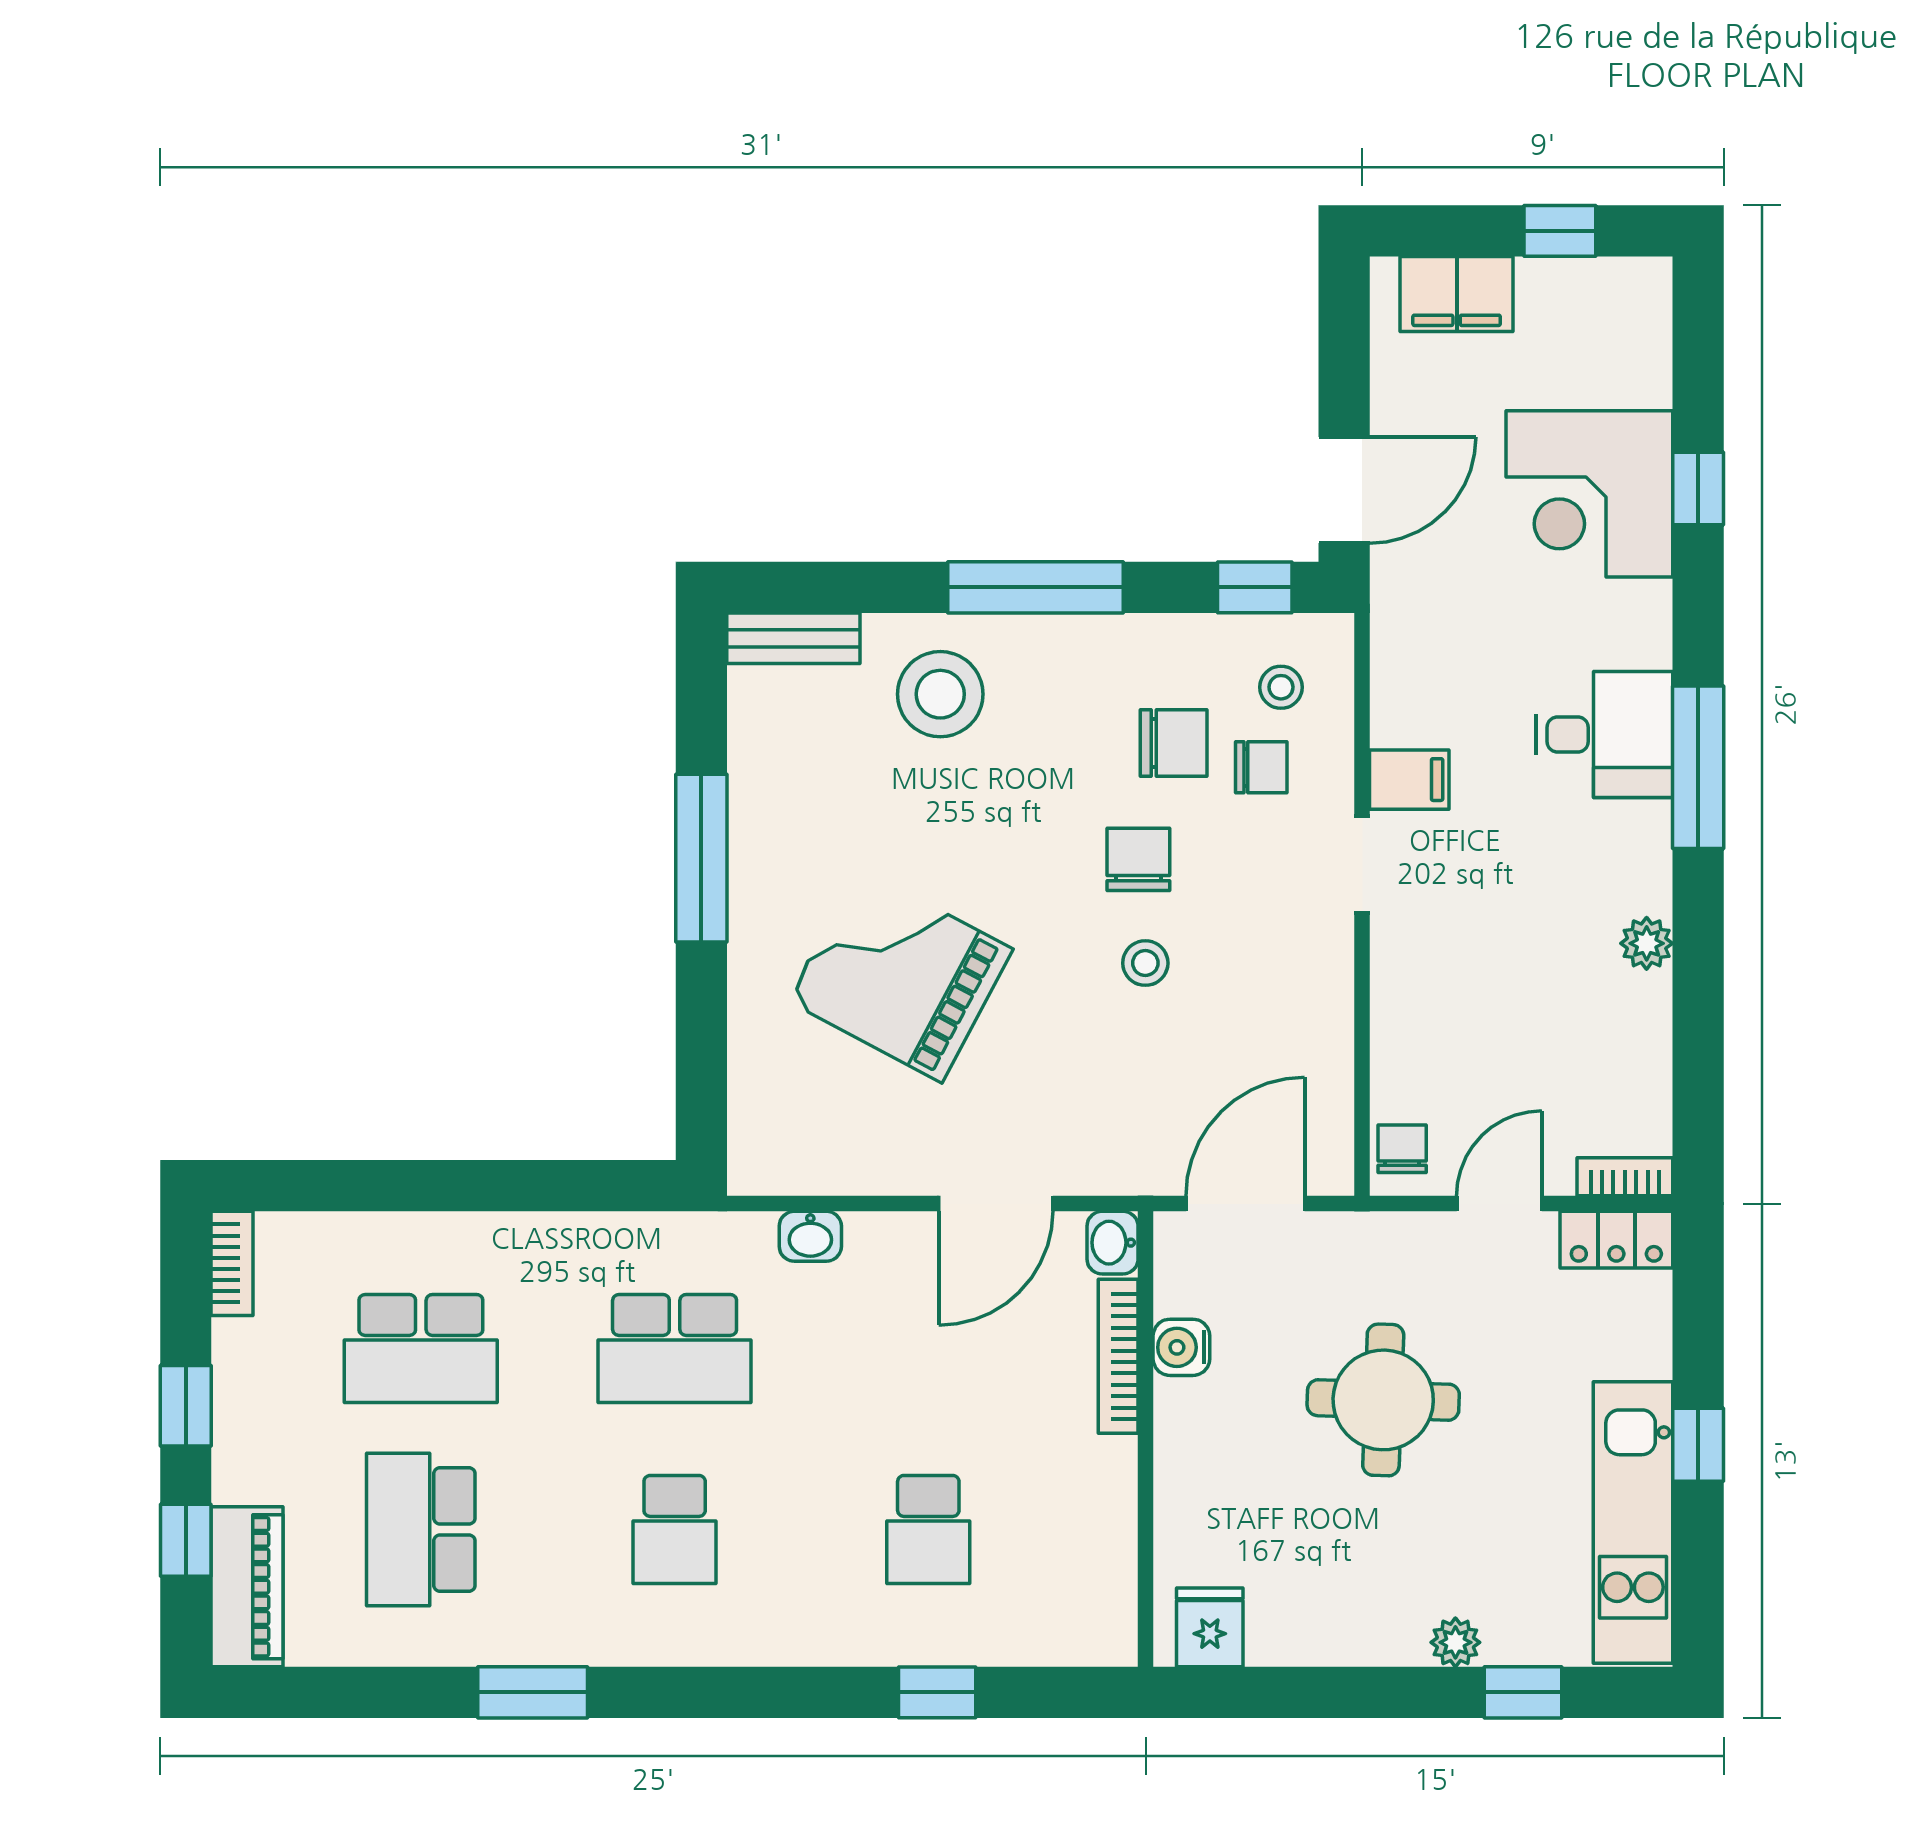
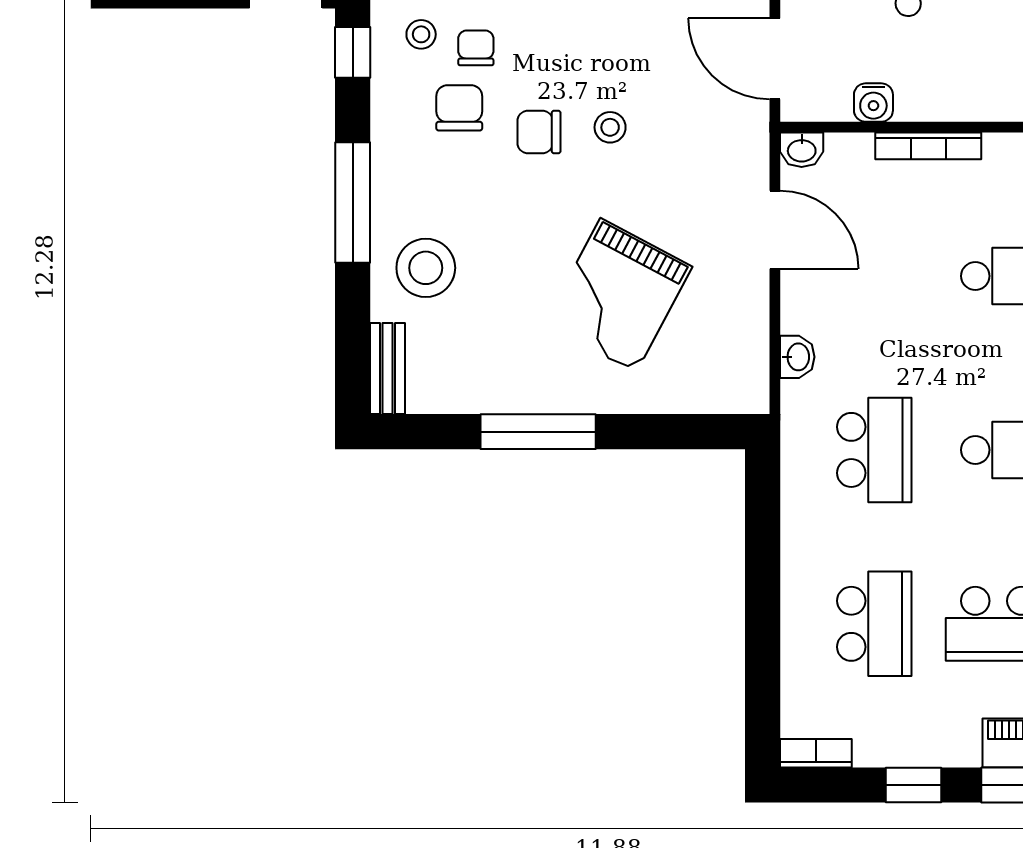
bookcase: (1118, 1356) -> (928, 146), moved

